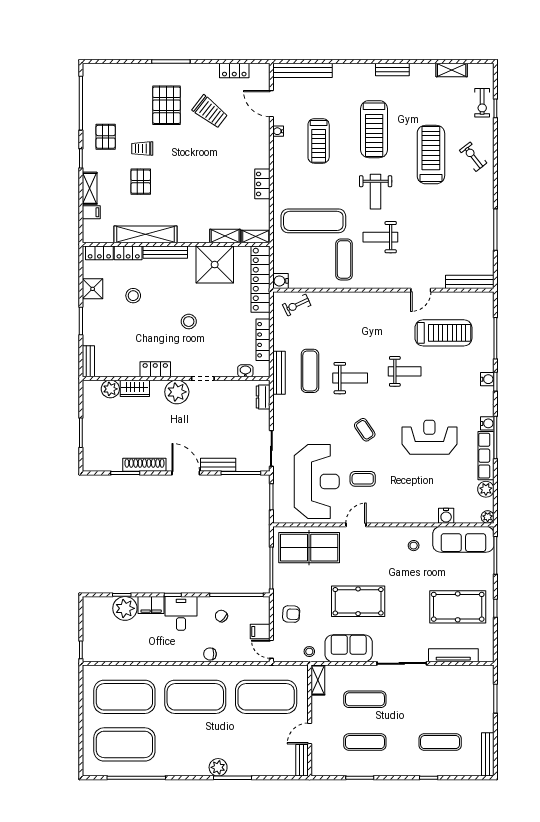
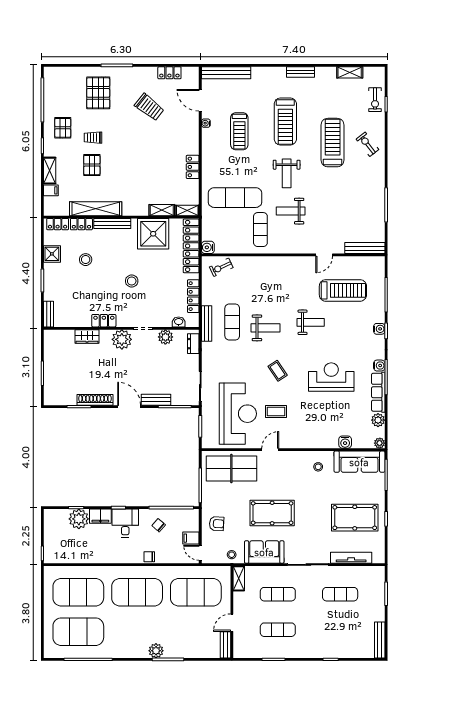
pallet: (167, 105) -> (98, 93), moved
plant: (110, 389) -> (165, 337), moved
exercise mat: (440, 742) -> (340, 594), moved

